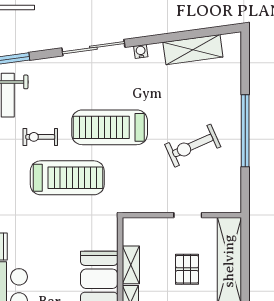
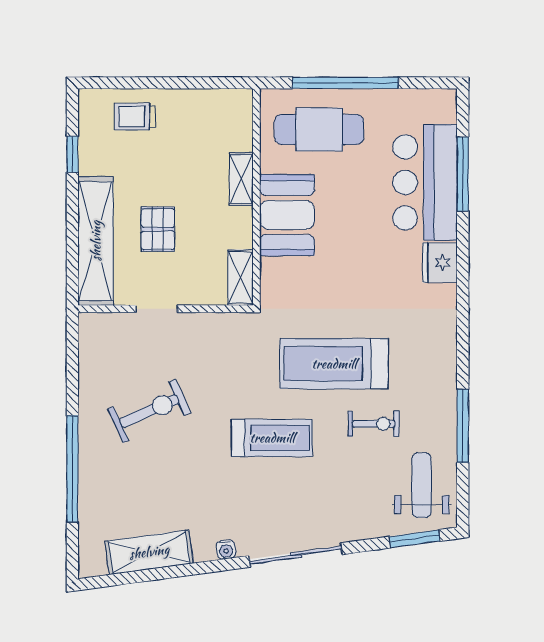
treadmill: (110, 127) -> (272, 438), width x0.73, depth x0.73
window: (245, 131) -> (72, 469), moved
shelving: (131, 265) -> (240, 278), moved

